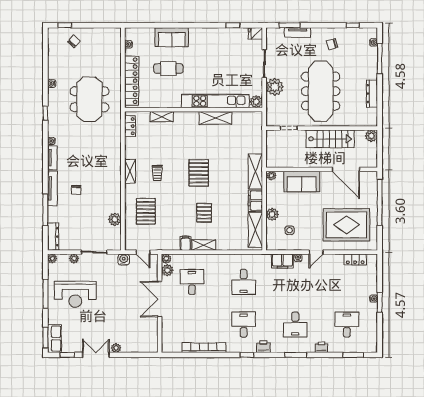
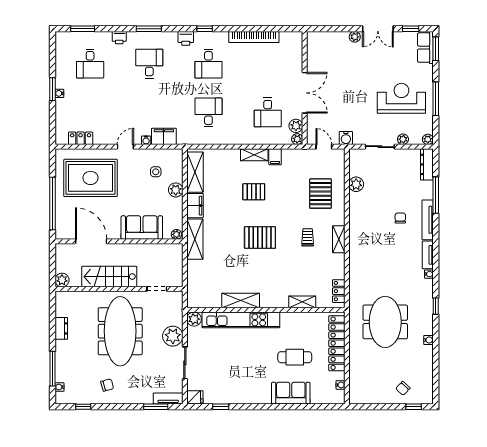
tv unit: (298, 32) -> (168, 398), moved
dresser: (372, 94) -> (61, 328), width x0.70
pallet: (199, 173) -> (260, 238), turned 90
pallet: (204, 213) -> (254, 192), turned 90

